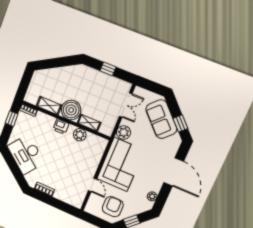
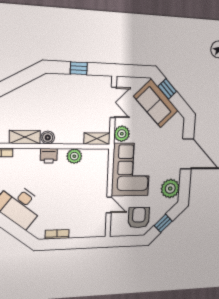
boiler: (71, 110) -> (48, 138), width x0.54, depth x0.54
shelving: (89, 123) -> (97, 139), moved
window: (180, 123) -> (167, 89), moved
plant: (152, 196) -> (170, 188), width x1.87, depth x1.87

